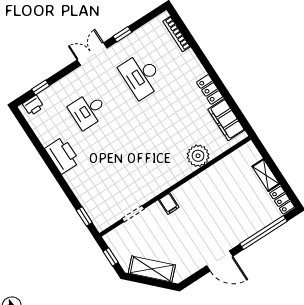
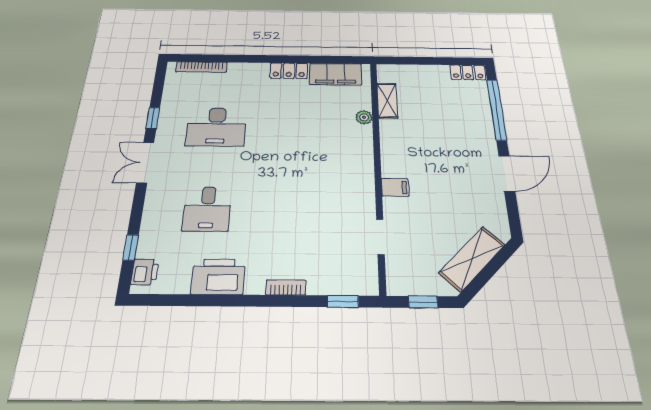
printer: (62, 155) -> (218, 277), moved
plant: (198, 156) -> (364, 117), width x0.53, depth x0.53
shelving: (266, 175) -> (387, 101), moved, turned 90
bookcase: (73, 183) -> (286, 287), added

